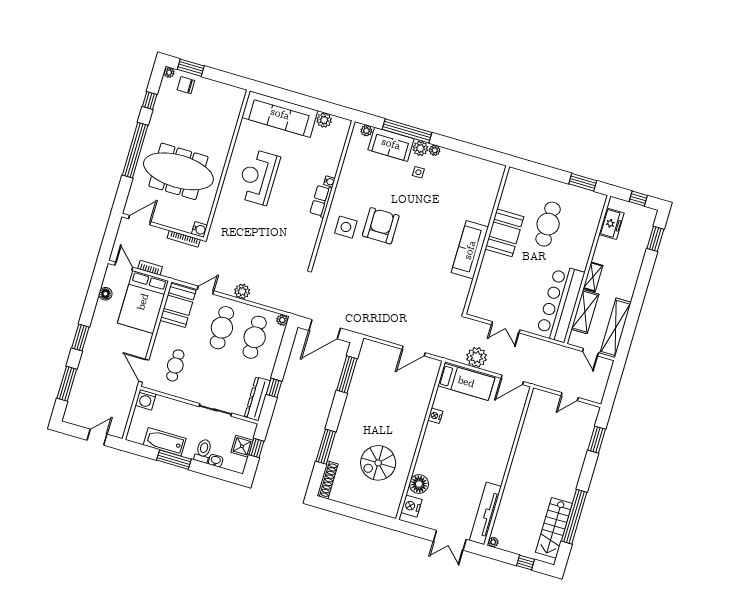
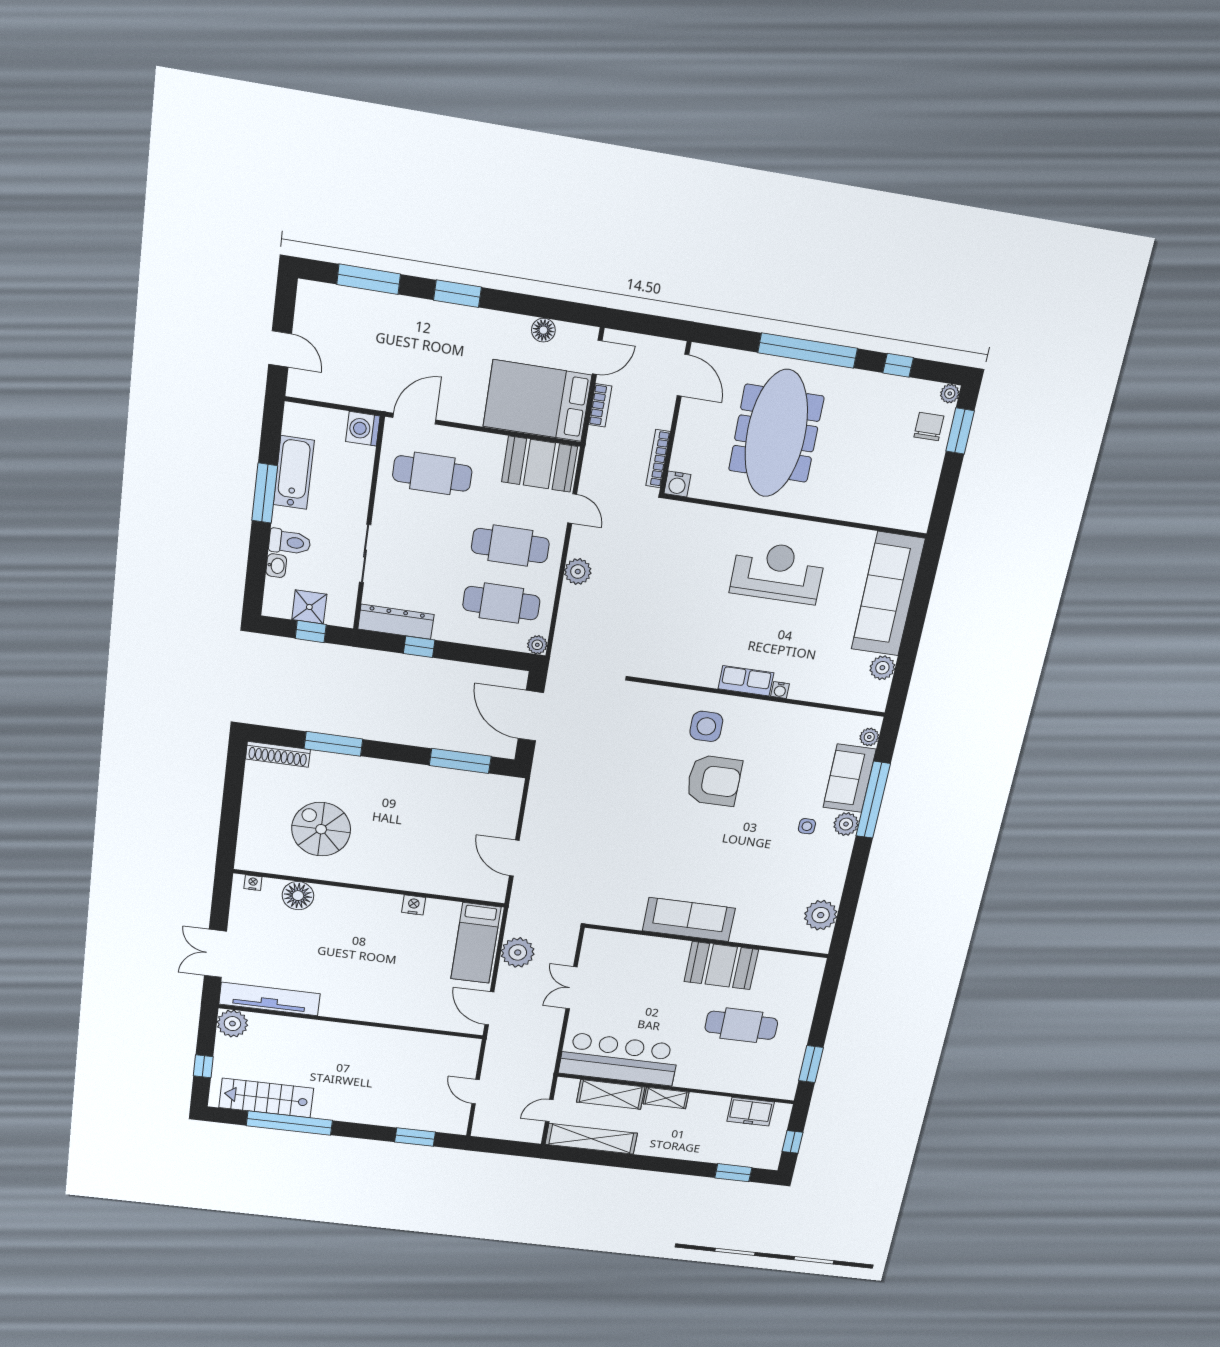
plant: (435, 150) -> (821, 915), moved, width x1.88, depth x1.88
cafe table: (175, 365) -> (432, 473), width x1.37, depth x1.35
nightstand: (411, 506) -> (253, 883), width x0.53, depth x0.56
plant: (493, 542) -> (232, 1024), width x1.87, depth x1.87

